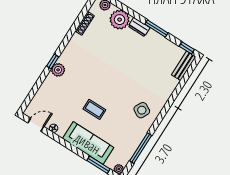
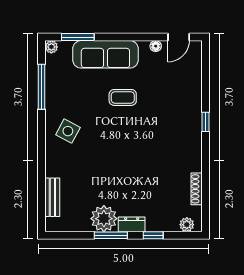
plant: (120, 20) -> (104, 219), moved
window: (187, 48) -> (153, 235), moved
bench: (184, 66) -> (52, 197), moved
plant: (58, 70) -> (193, 116), removed

